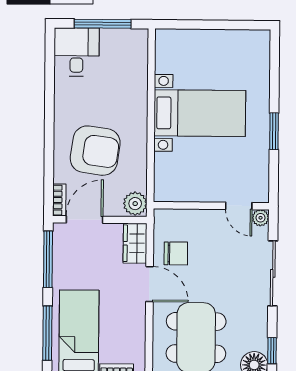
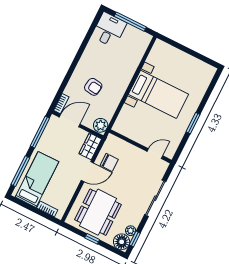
armchair: (95, 151) -> (93, 87), width x0.53, depth x0.53
door: (239, 206) -> (155, 154), swing flipped
plant: (261, 218) -> (131, 231), moved
door: (150, 284) -> (87, 172), hinge flipped

